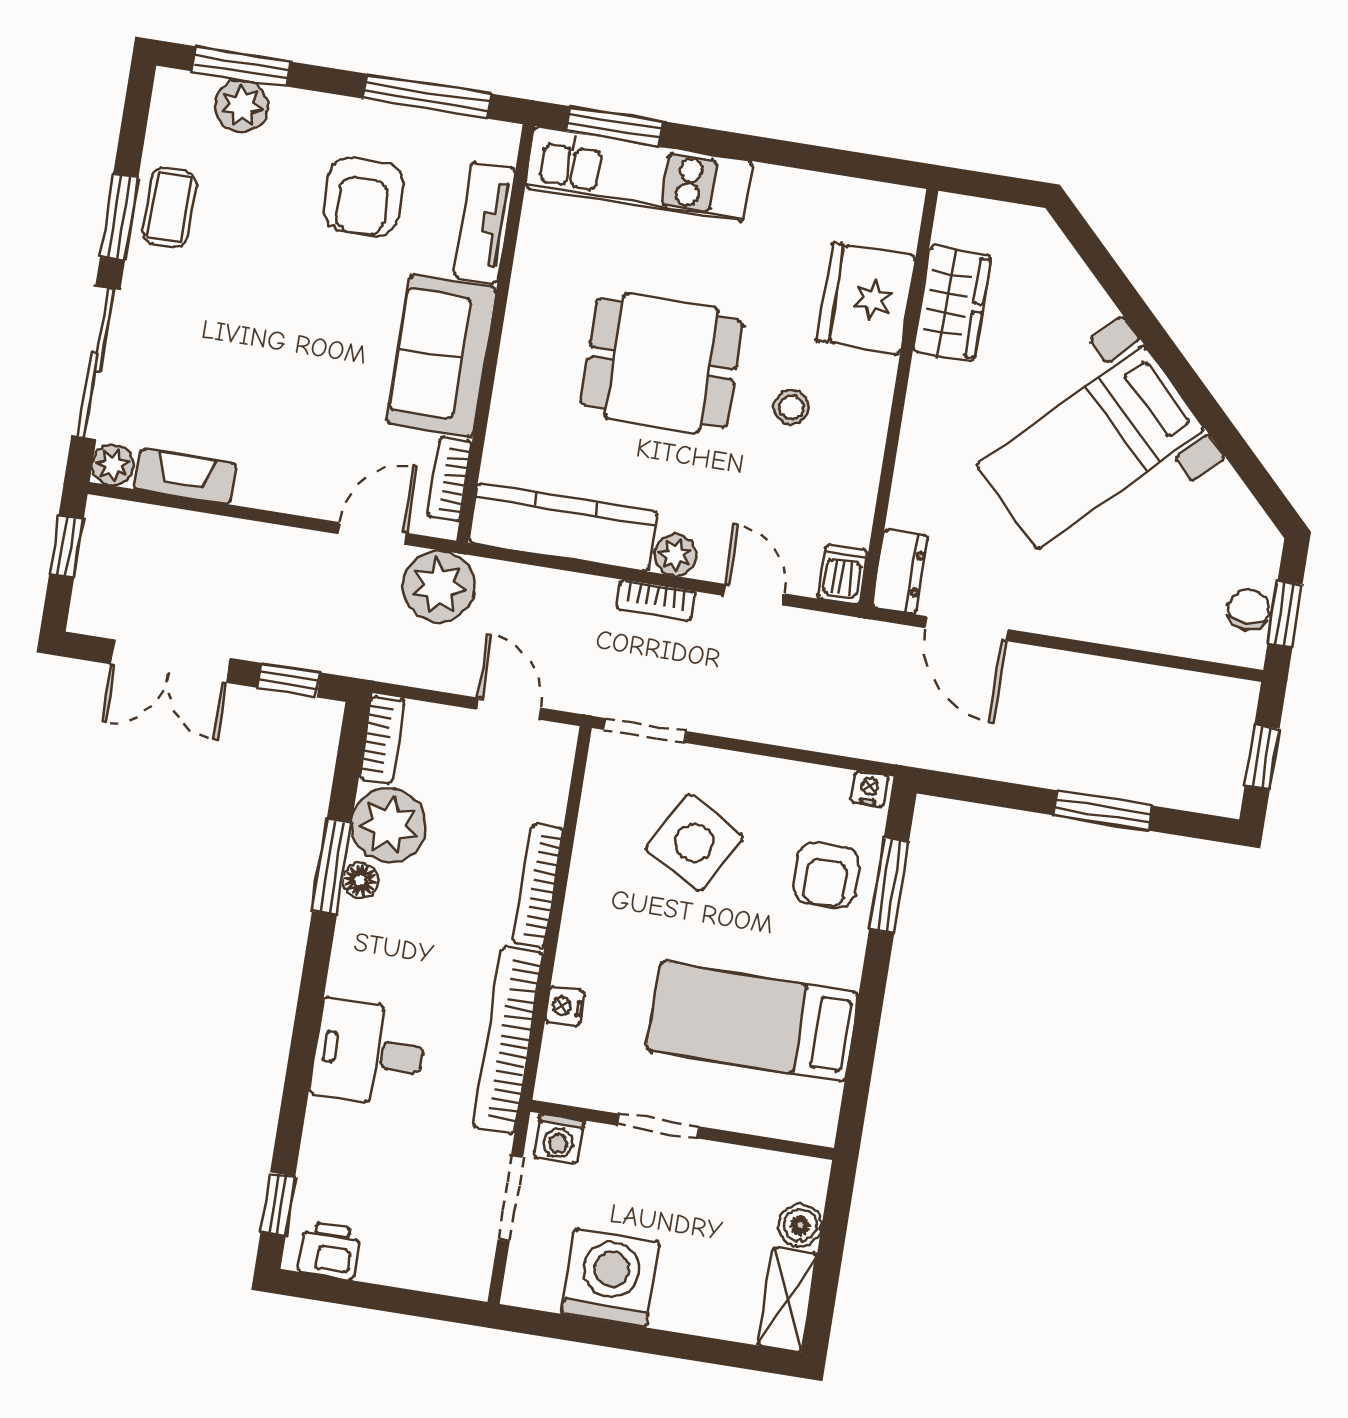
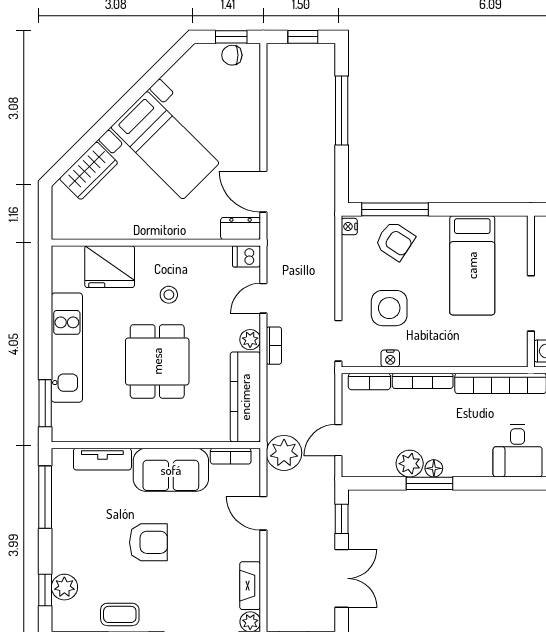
window: (242, 66) -> (45, 590), width x0.67
kitchen unit: (639, 174) -> (67, 348), moved
armchair: (363, 197) -> (148, 542), moved
wardrobe: (952, 304) -> (89, 171), moved, turned 135
door: (373, 534) -> (263, 513), moved
door: (966, 629) -> (263, 192), swing flipped
door: (509, 709) -> (338, 440), moved
bookcase: (382, 740) -> (369, 381), moved, turned 180
window: (1103, 810) -> (342, 111), width x1.44
plant: (389, 825) -> (410, 464), width x0.73, depth x0.73
side table: (694, 842) -> (389, 308), turned -30
armchair: (826, 875) -> (395, 241), turned 33
window: (889, 885) -> (395, 209), width x1.44
nightstand: (565, 1006) -> (390, 358), moved
doorway: (658, 1126) -> (531, 303), width x1.38

